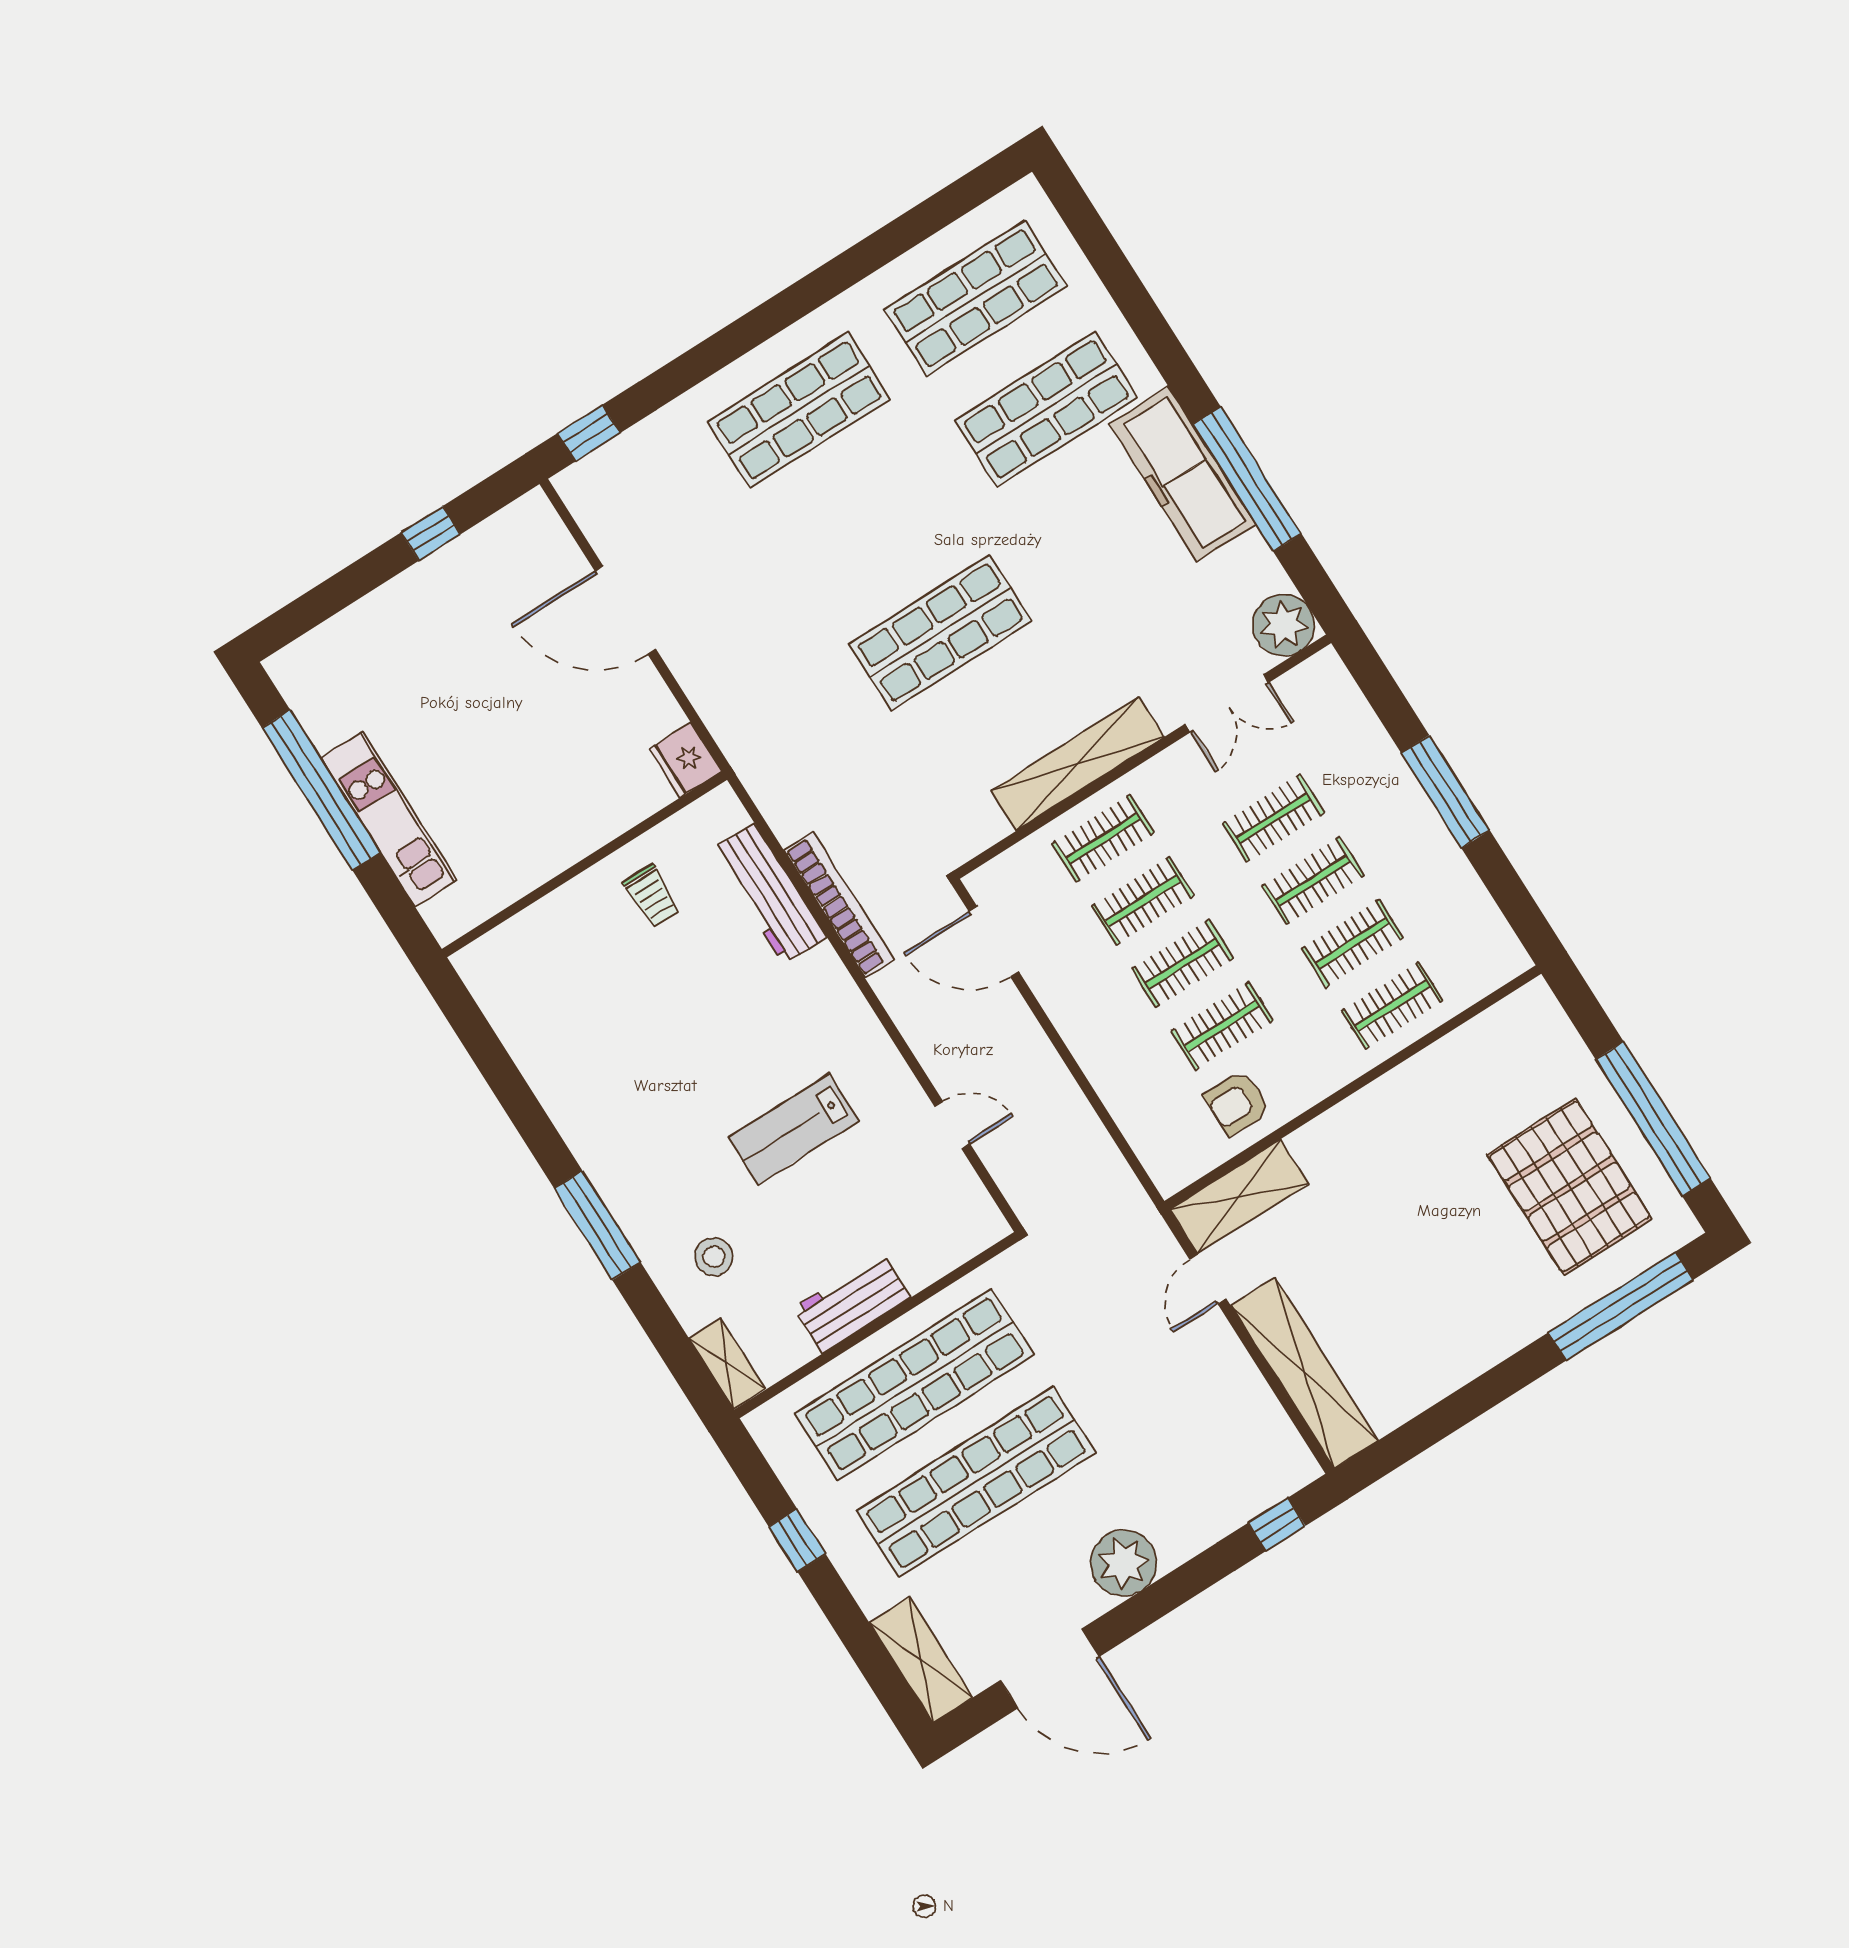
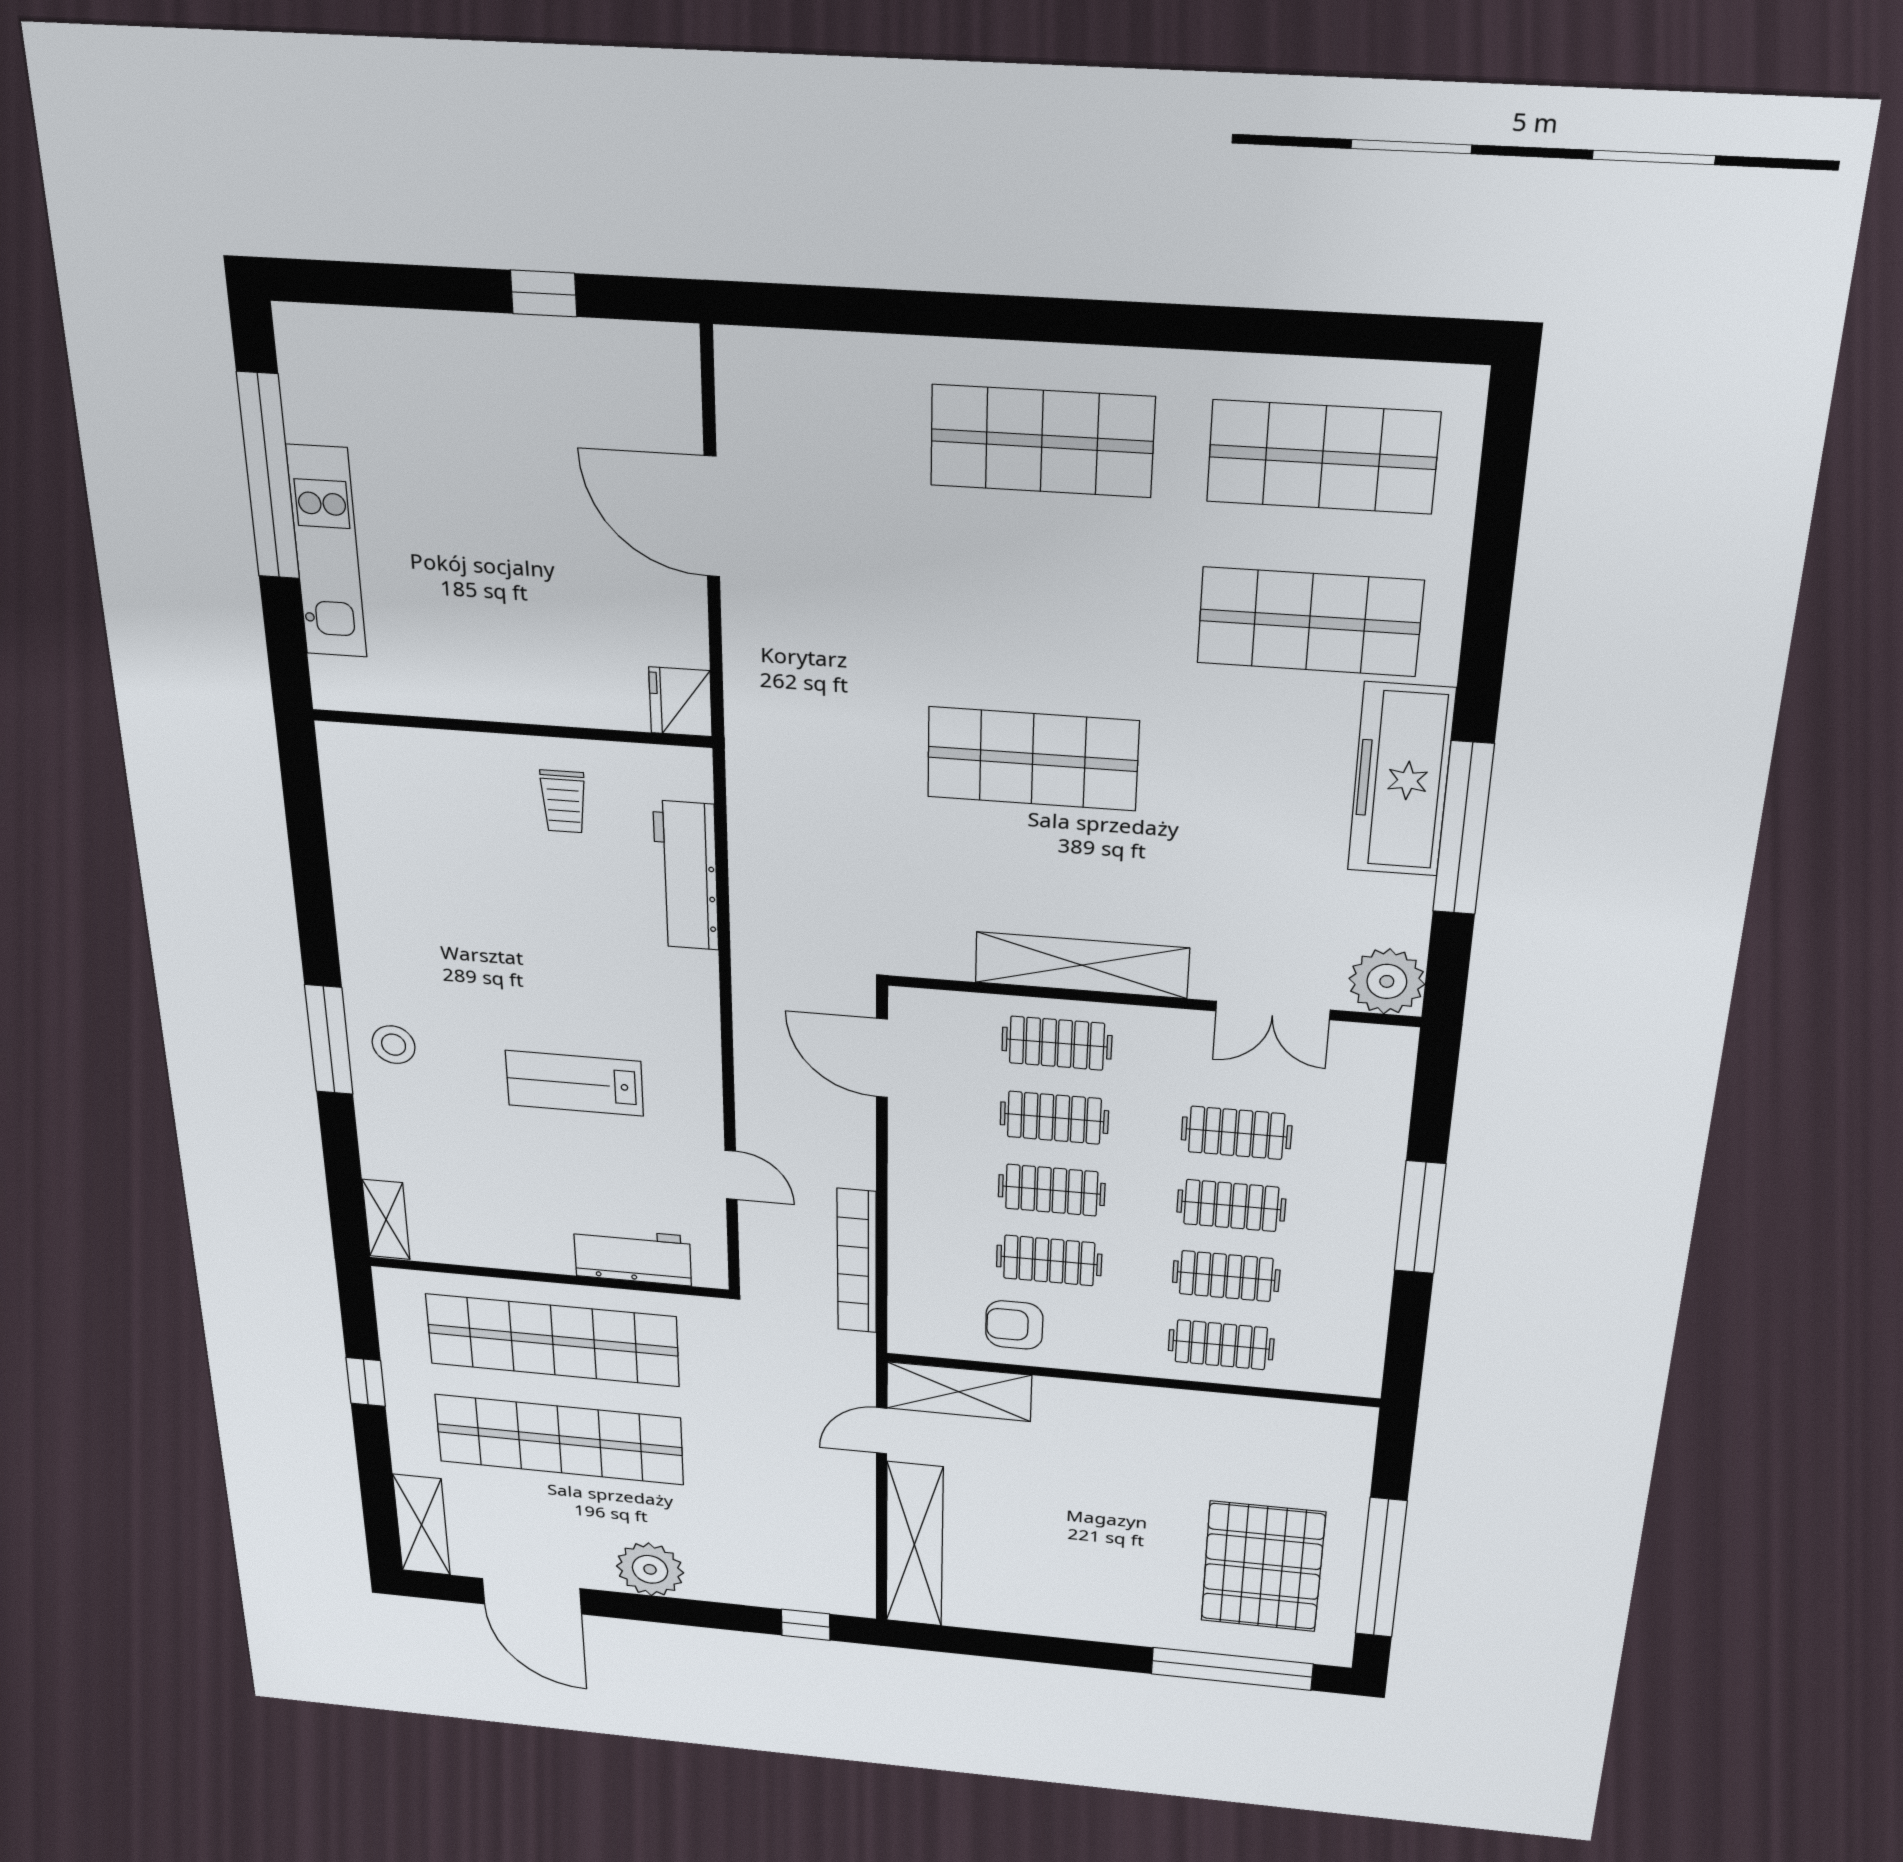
window: (589, 433) -> (790, 306), removed
bookcase: (839, 905) -> (857, 1261), moved, turned 180
stool: (714, 1257) -> (394, 1045), moved
workbench: (852, 1303) -> (633, 1256), moved

